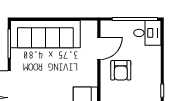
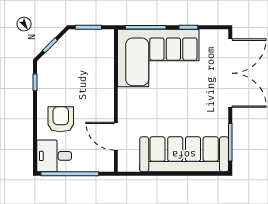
door: (99, 48) -> (116, 136), hinge flipped
armchair: (121, 70) -> (61, 119), moved

